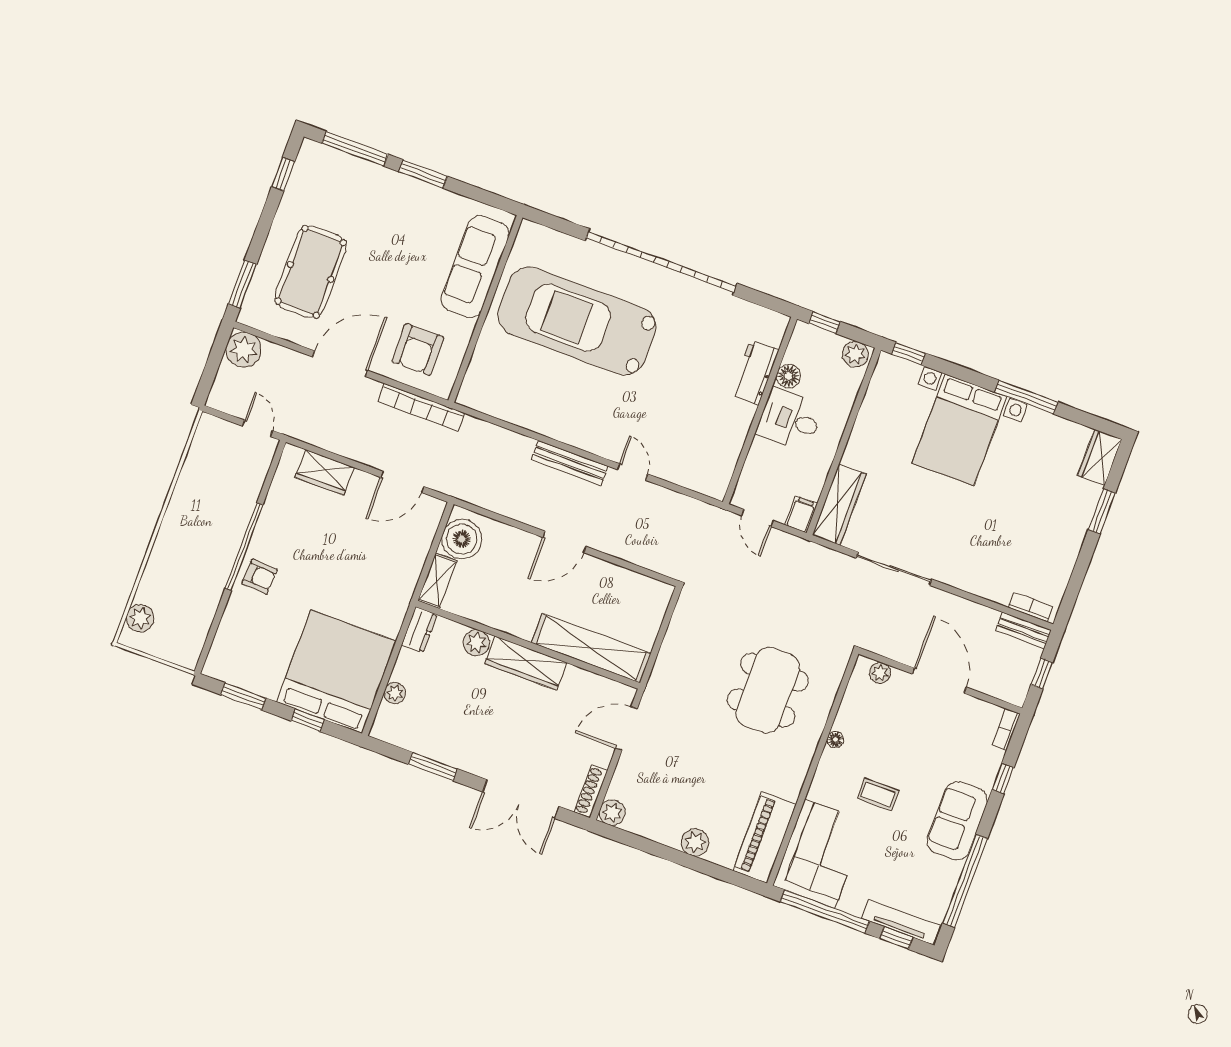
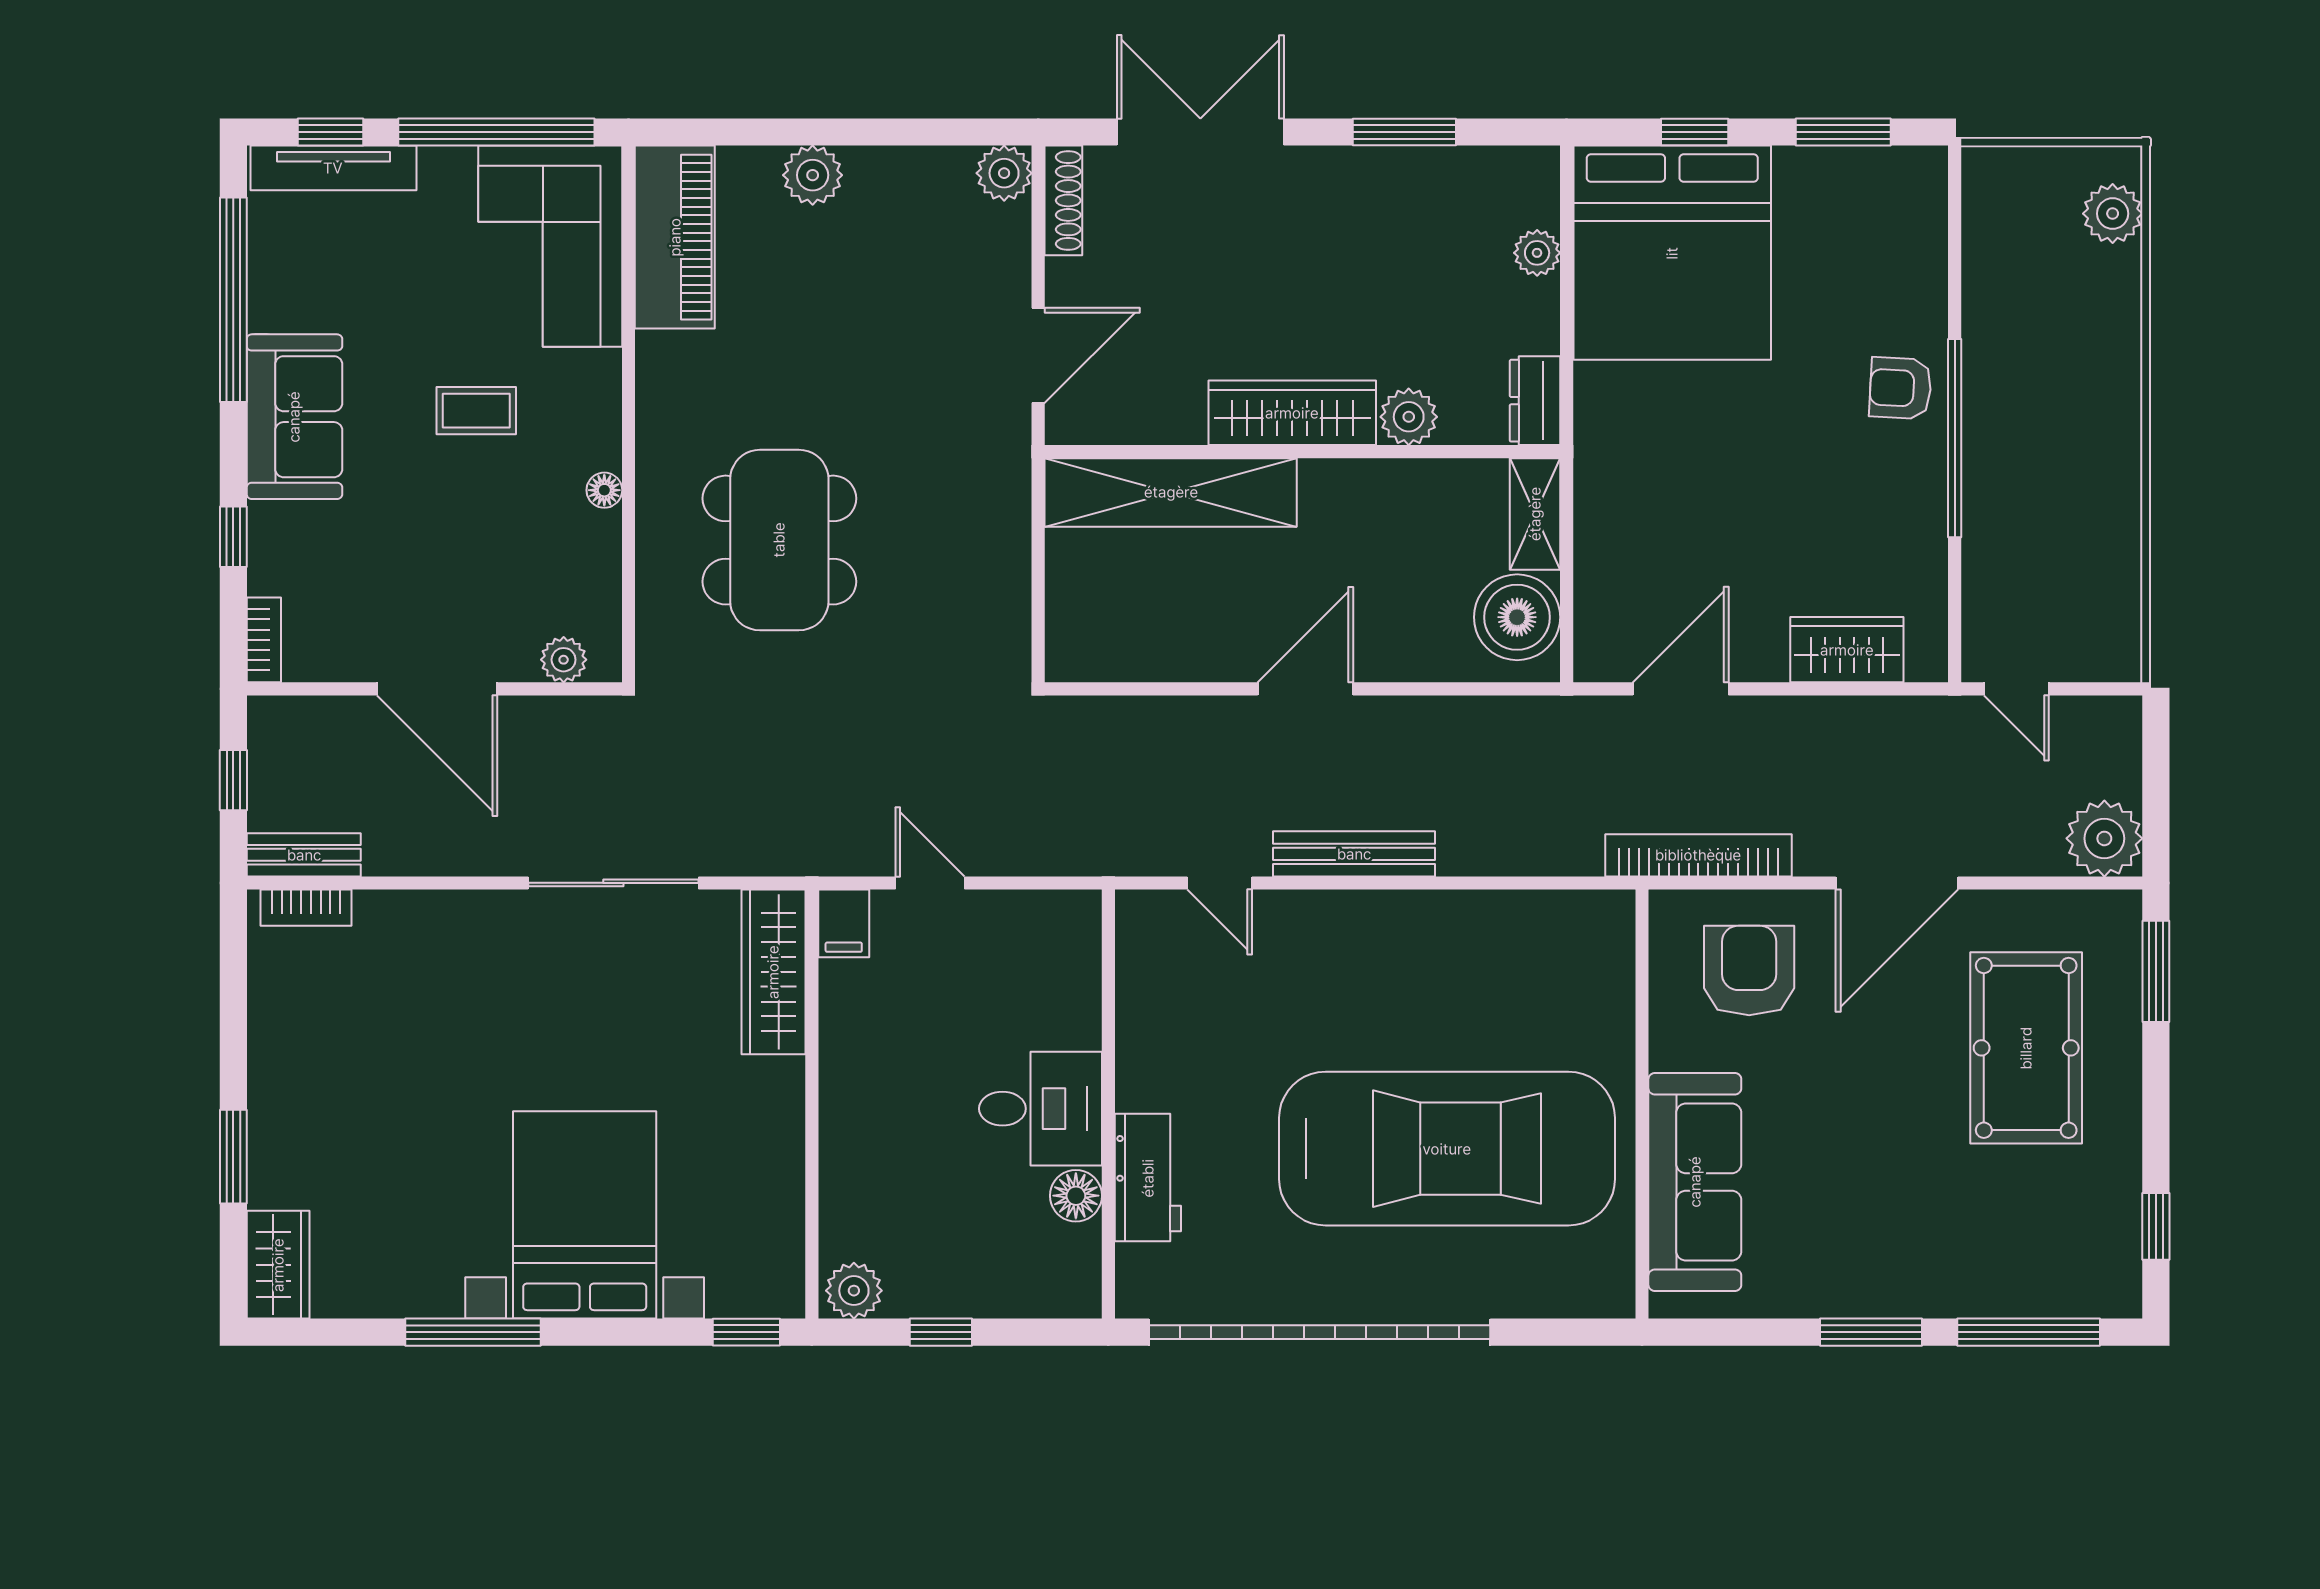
workbench: (755, 372) -> (1148, 1178), moved
floor lamp: (789, 376) -> (1076, 1196), moved
wall: (760, 411) -> (1108, 1104), moved
desk: (790, 419) -> (1040, 1109), moved

